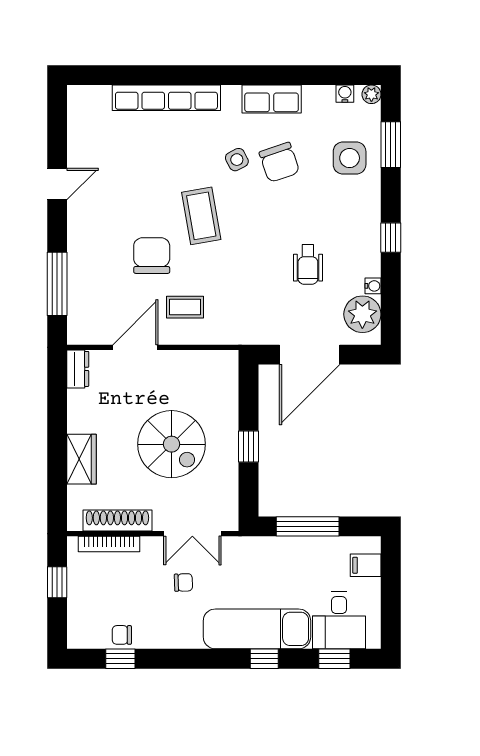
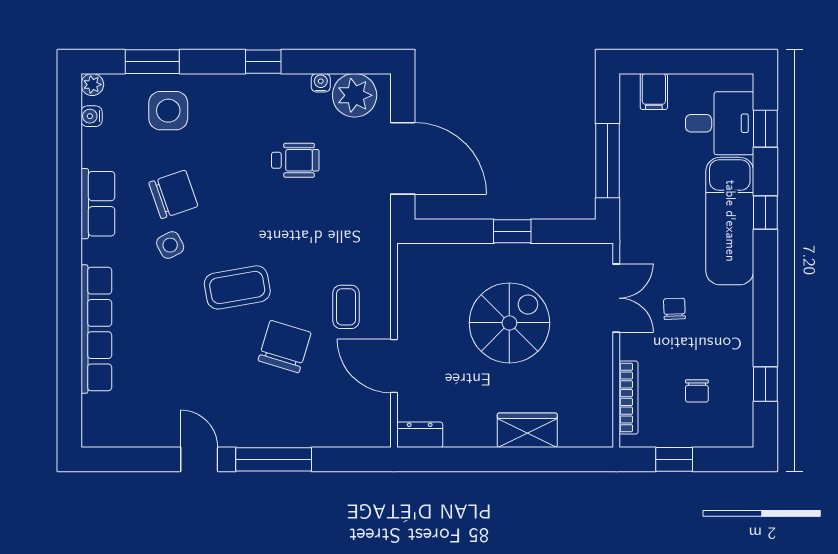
chair: (152, 256) -> (285, 347), turned 107
window: (57, 284) -> (274, 459), moved
shoe rack: (117, 521) -> (601, 387), removed
chair: (122, 635) -> (697, 391), moved

